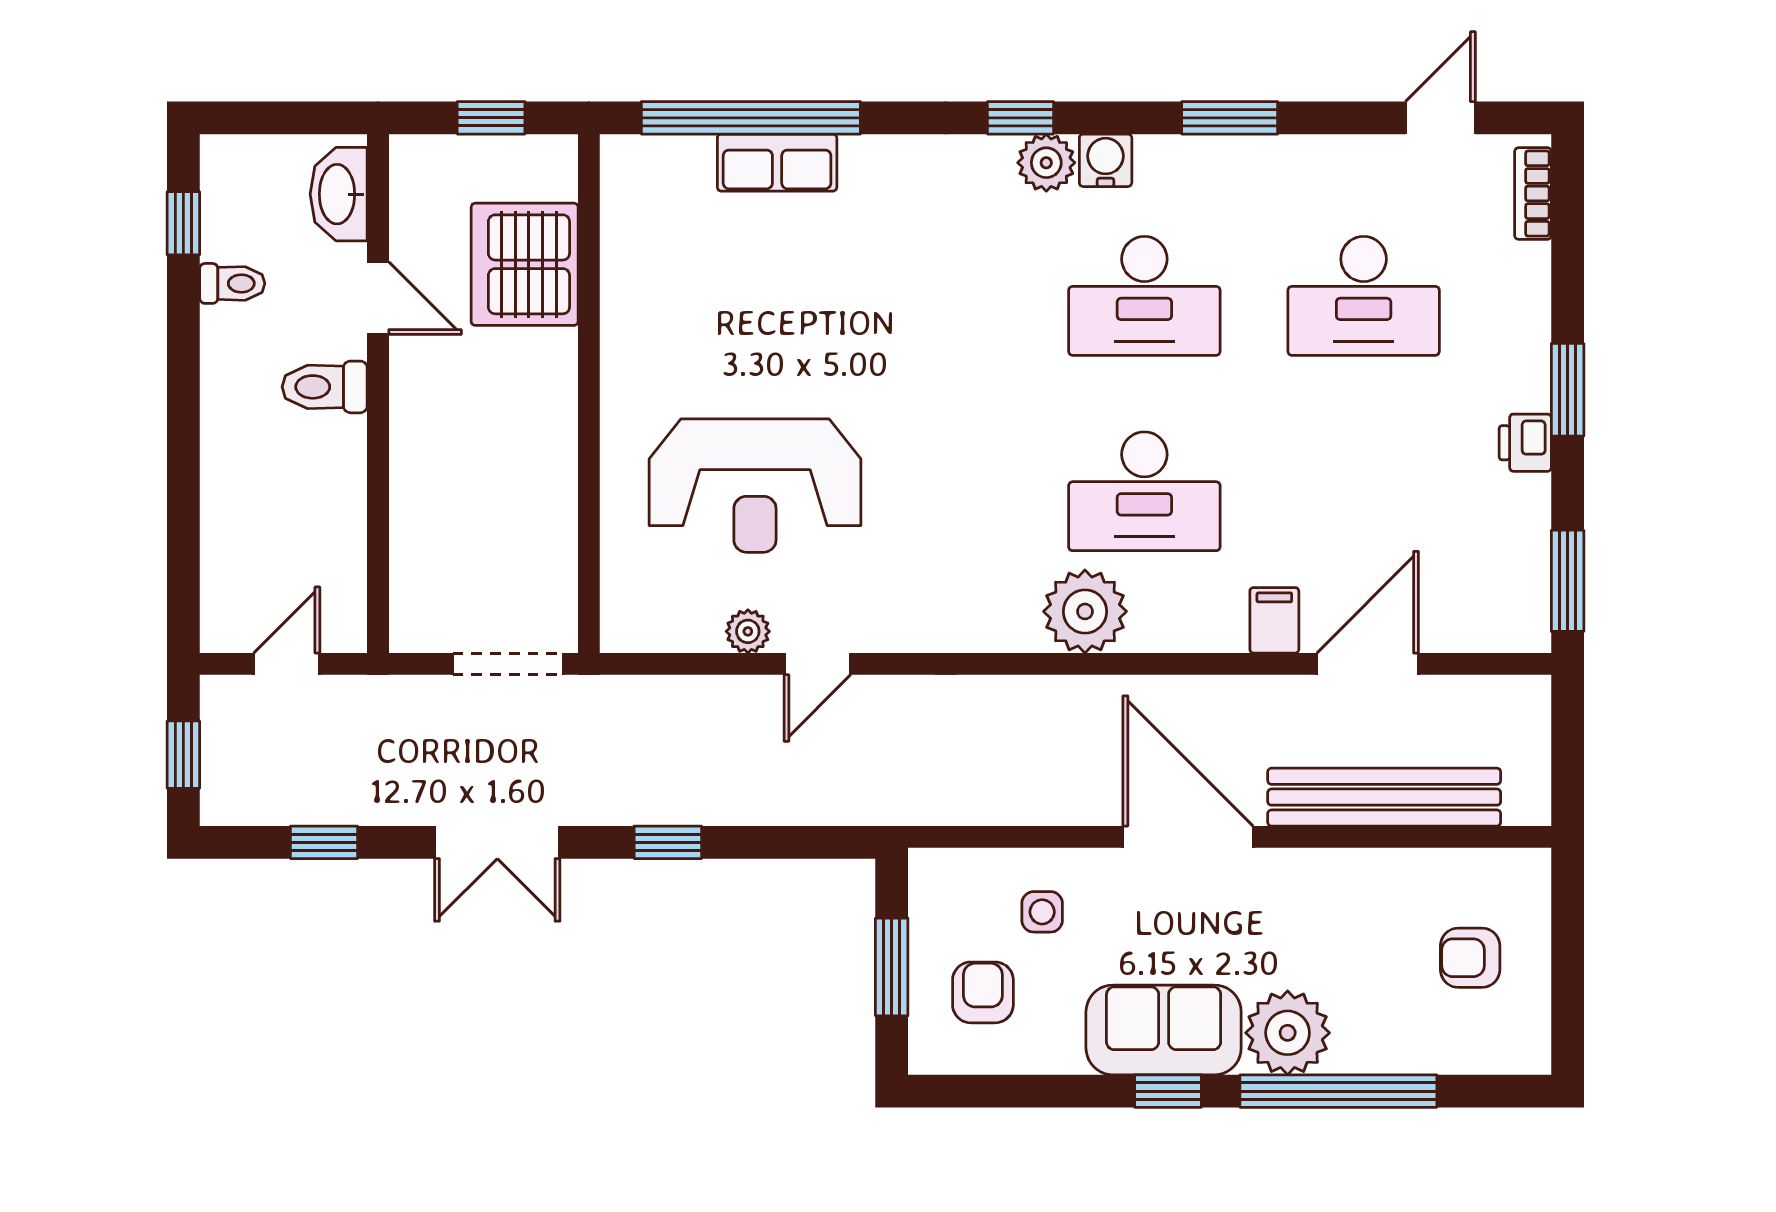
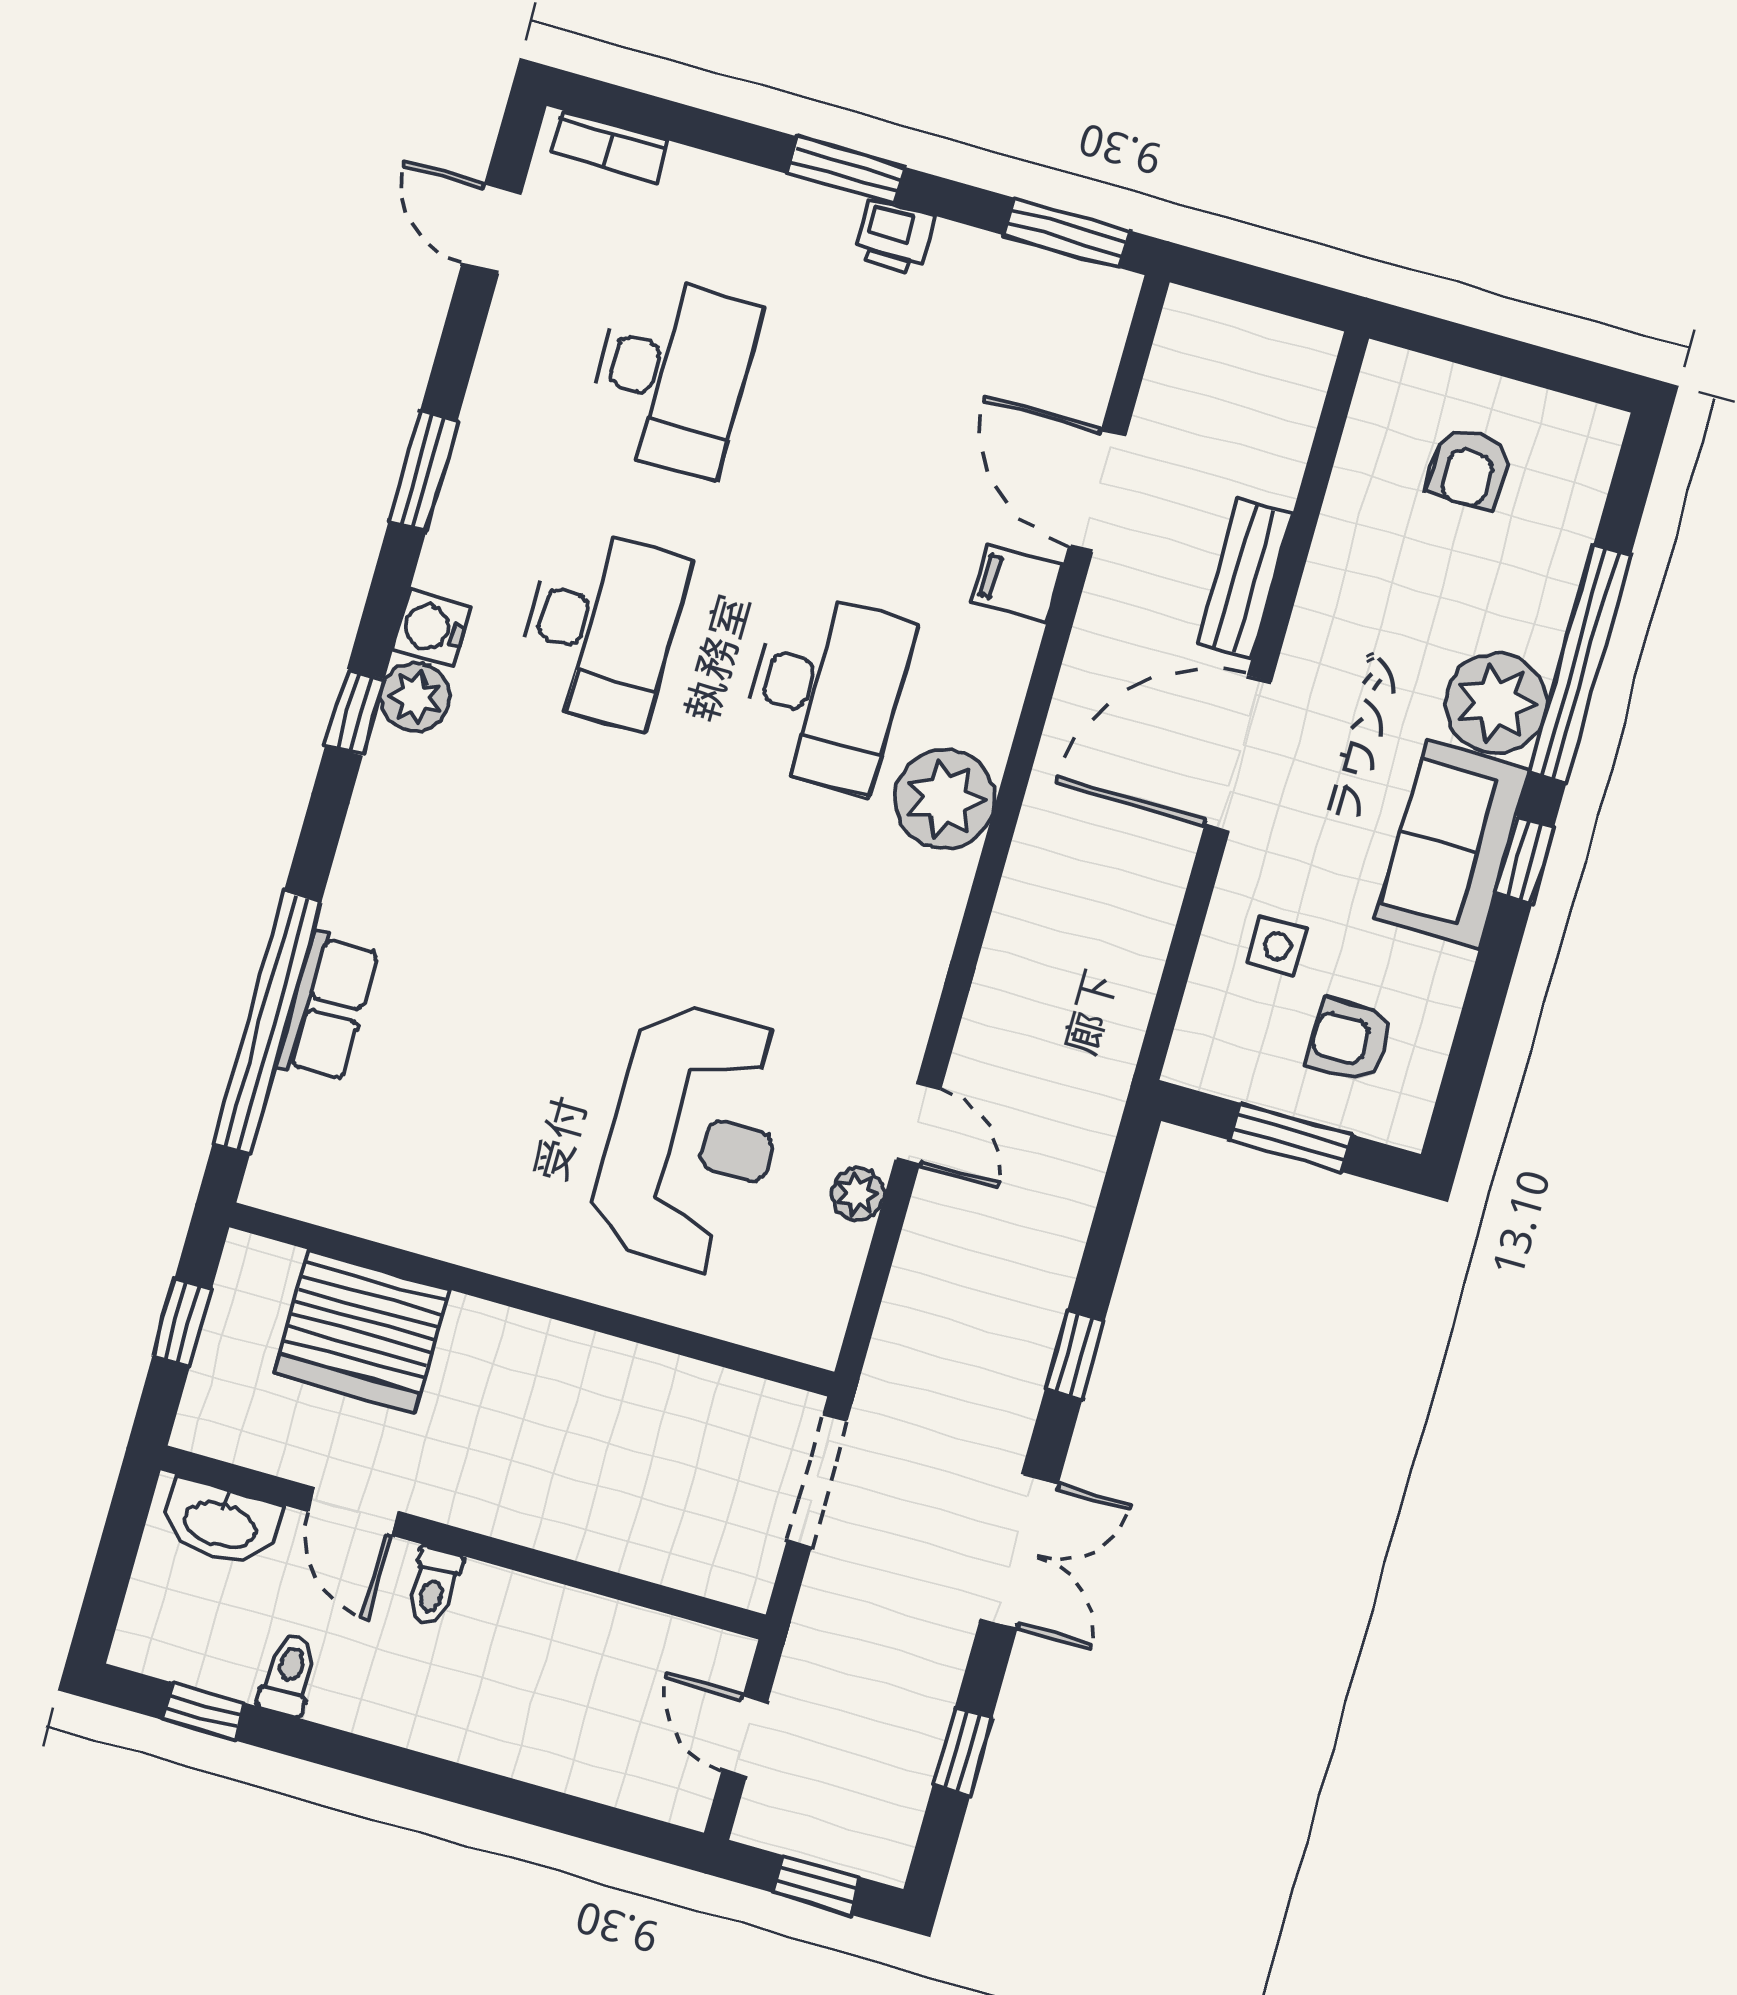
door: (378, 298) -> (353, 1511), swing flipped
toilet: (325, 387) -> (434, 1586), width x0.73, depth x0.72
bench: (1384, 797) -> (1245, 579), width x0.54, depth x0.82

